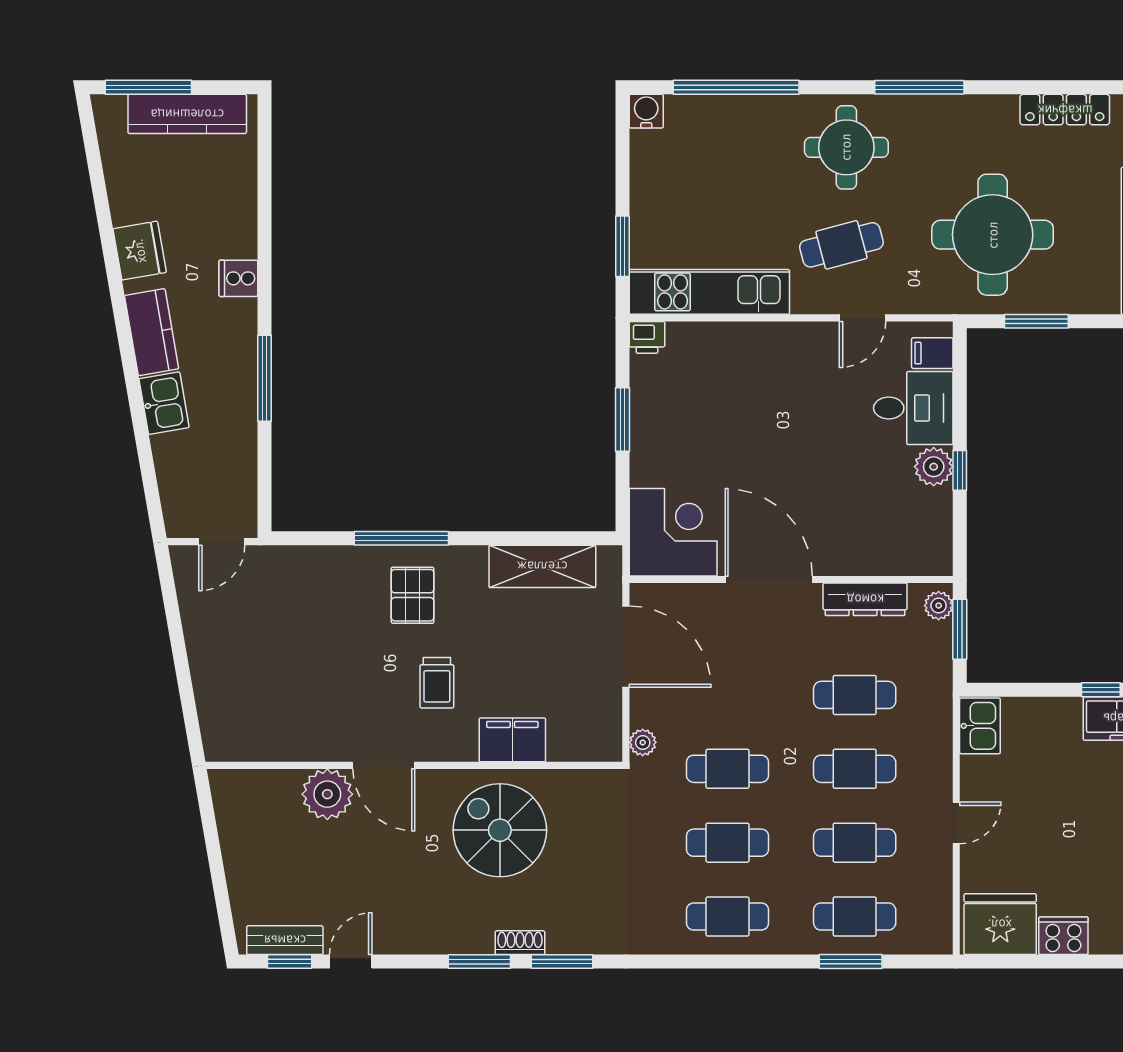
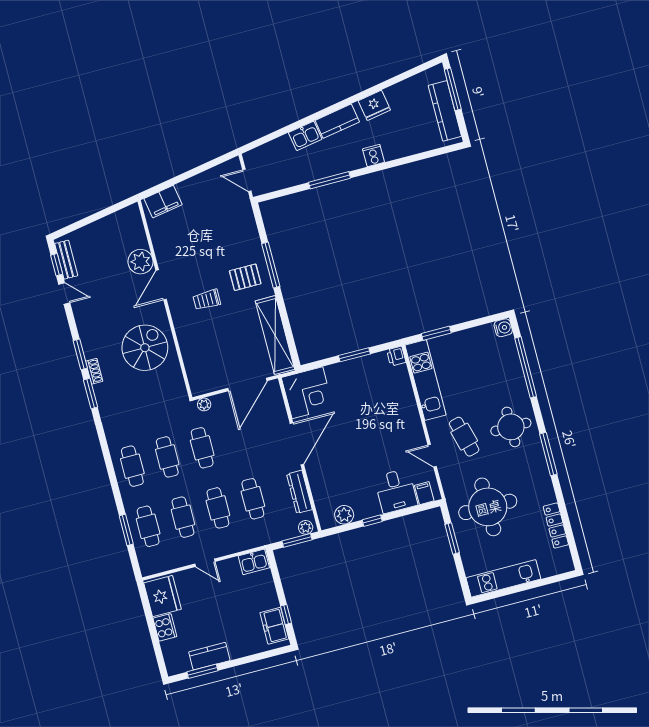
plant: (934, 467) -> (344, 515), moved
shelving: (542, 566) -> (275, 335), width x1.47
filing cabinet: (512, 740) -> (163, 202), moved, turned 80

